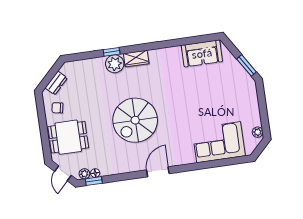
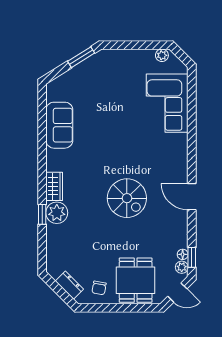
sofa: (202, 53) -> (59, 125), moved
spiral stairs: (135, 120) -> (127, 198), width x0.73, depth x0.73
door: (158, 172) -> (192, 197), moved

